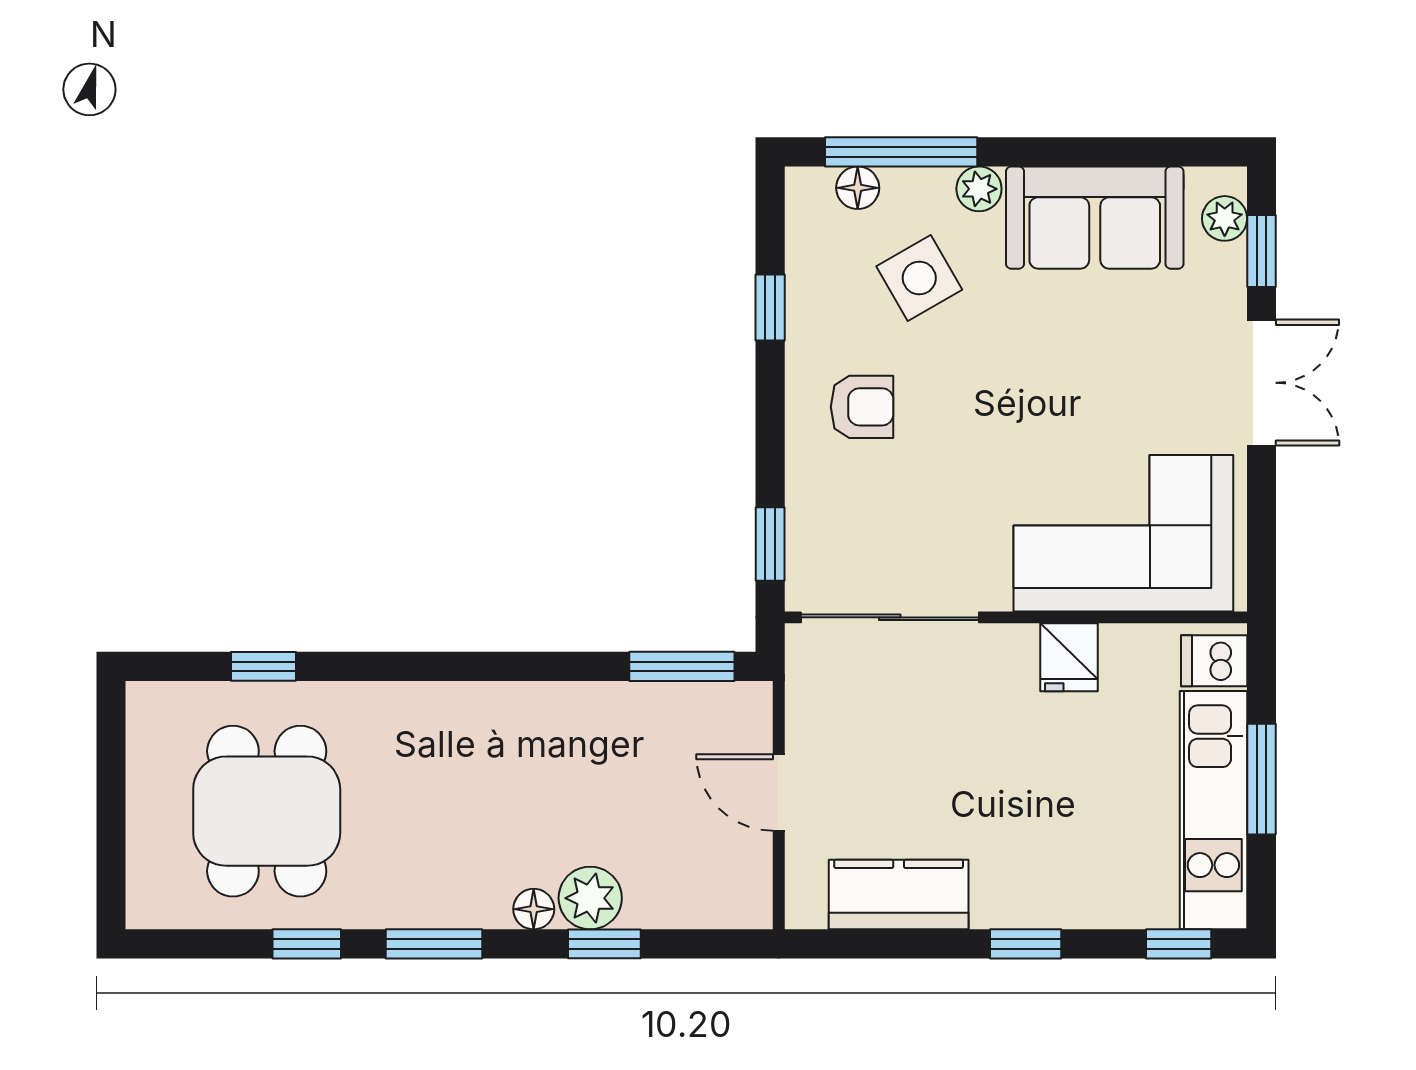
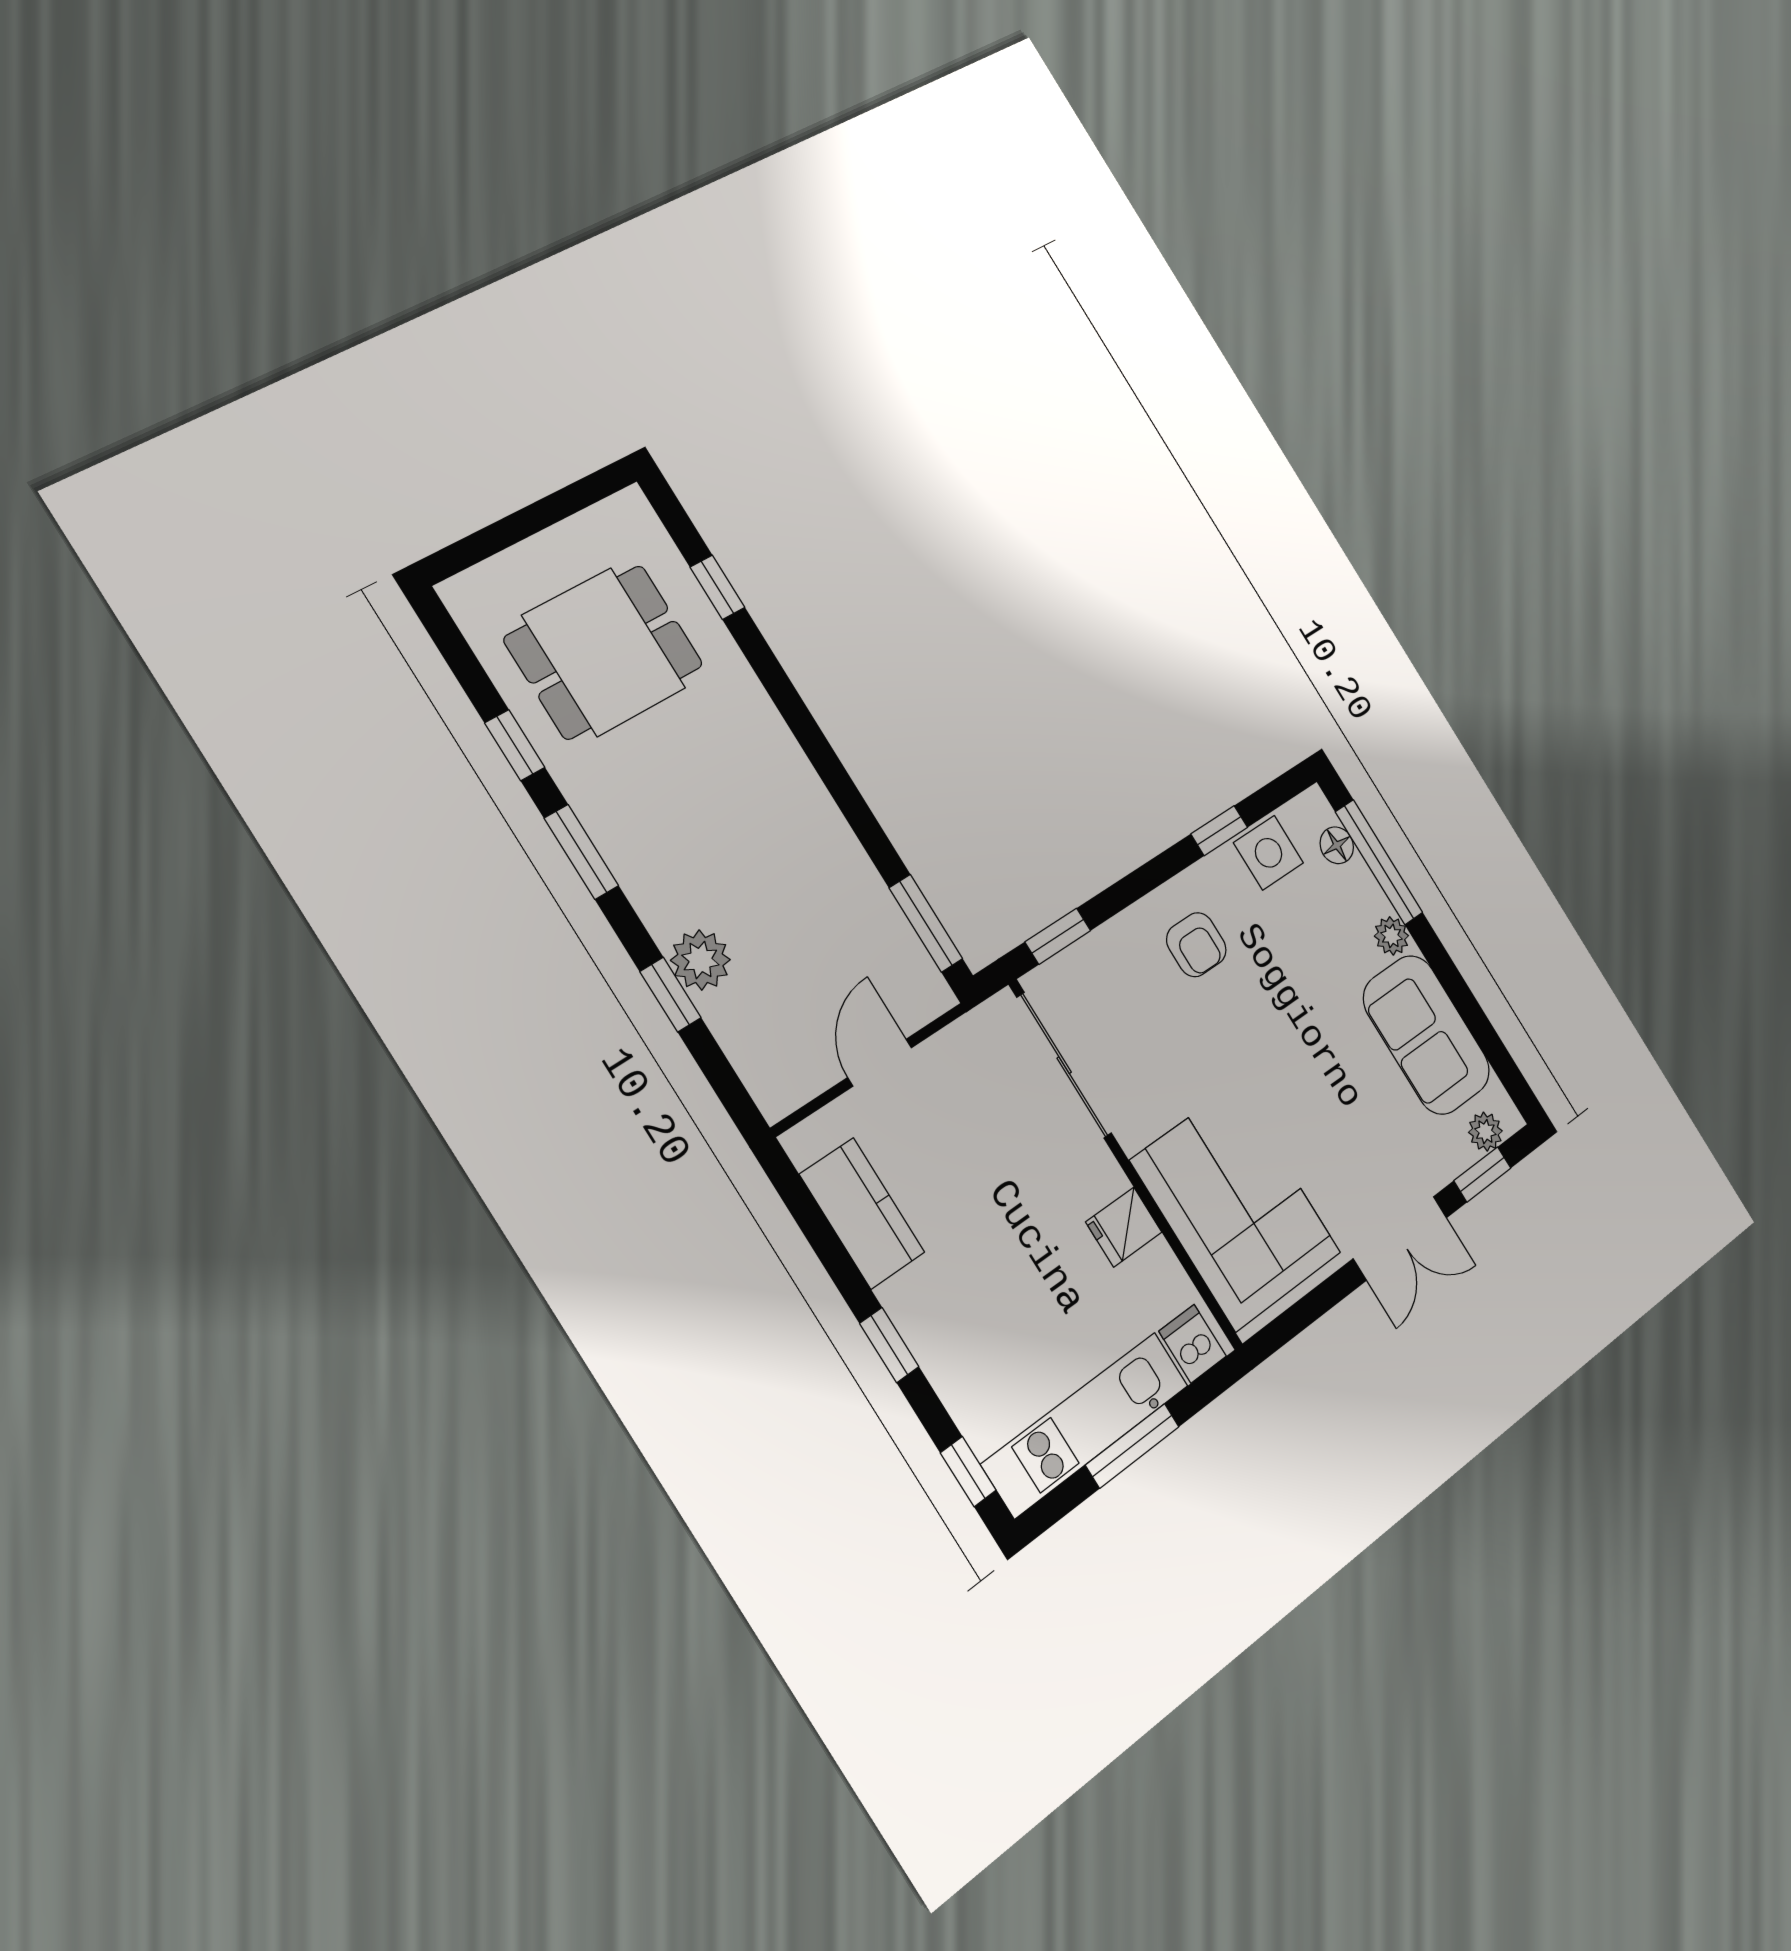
side table: (919, 278) -> (1268, 853), moved, turned 30
floor lamp: (534, 909) -> (662, 918), removed

